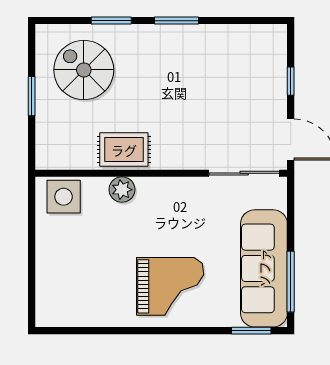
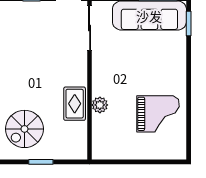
side table: (64, 197) -> (104, 142), removed
grand piano: (170, 286) -> (158, 114), moved, turned 90

